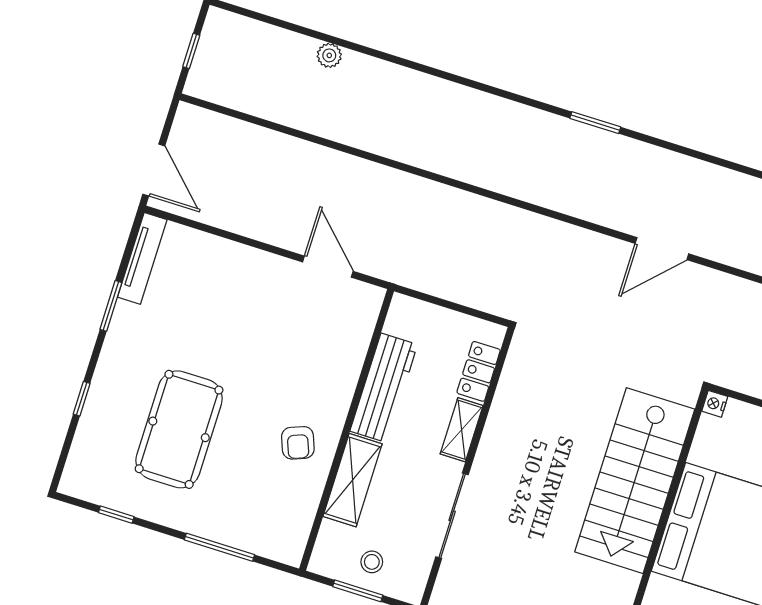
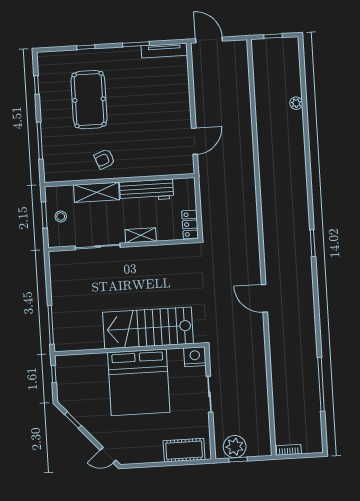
door: (154, 170) -> (209, 40), swing flipped
locker: (479, 371) -> (190, 224), moved, turned -90
nightstand: (715, 404) -> (195, 357), width x1.89, depth x1.79
pool table: (179, 429) -> (89, 100), turned 90

